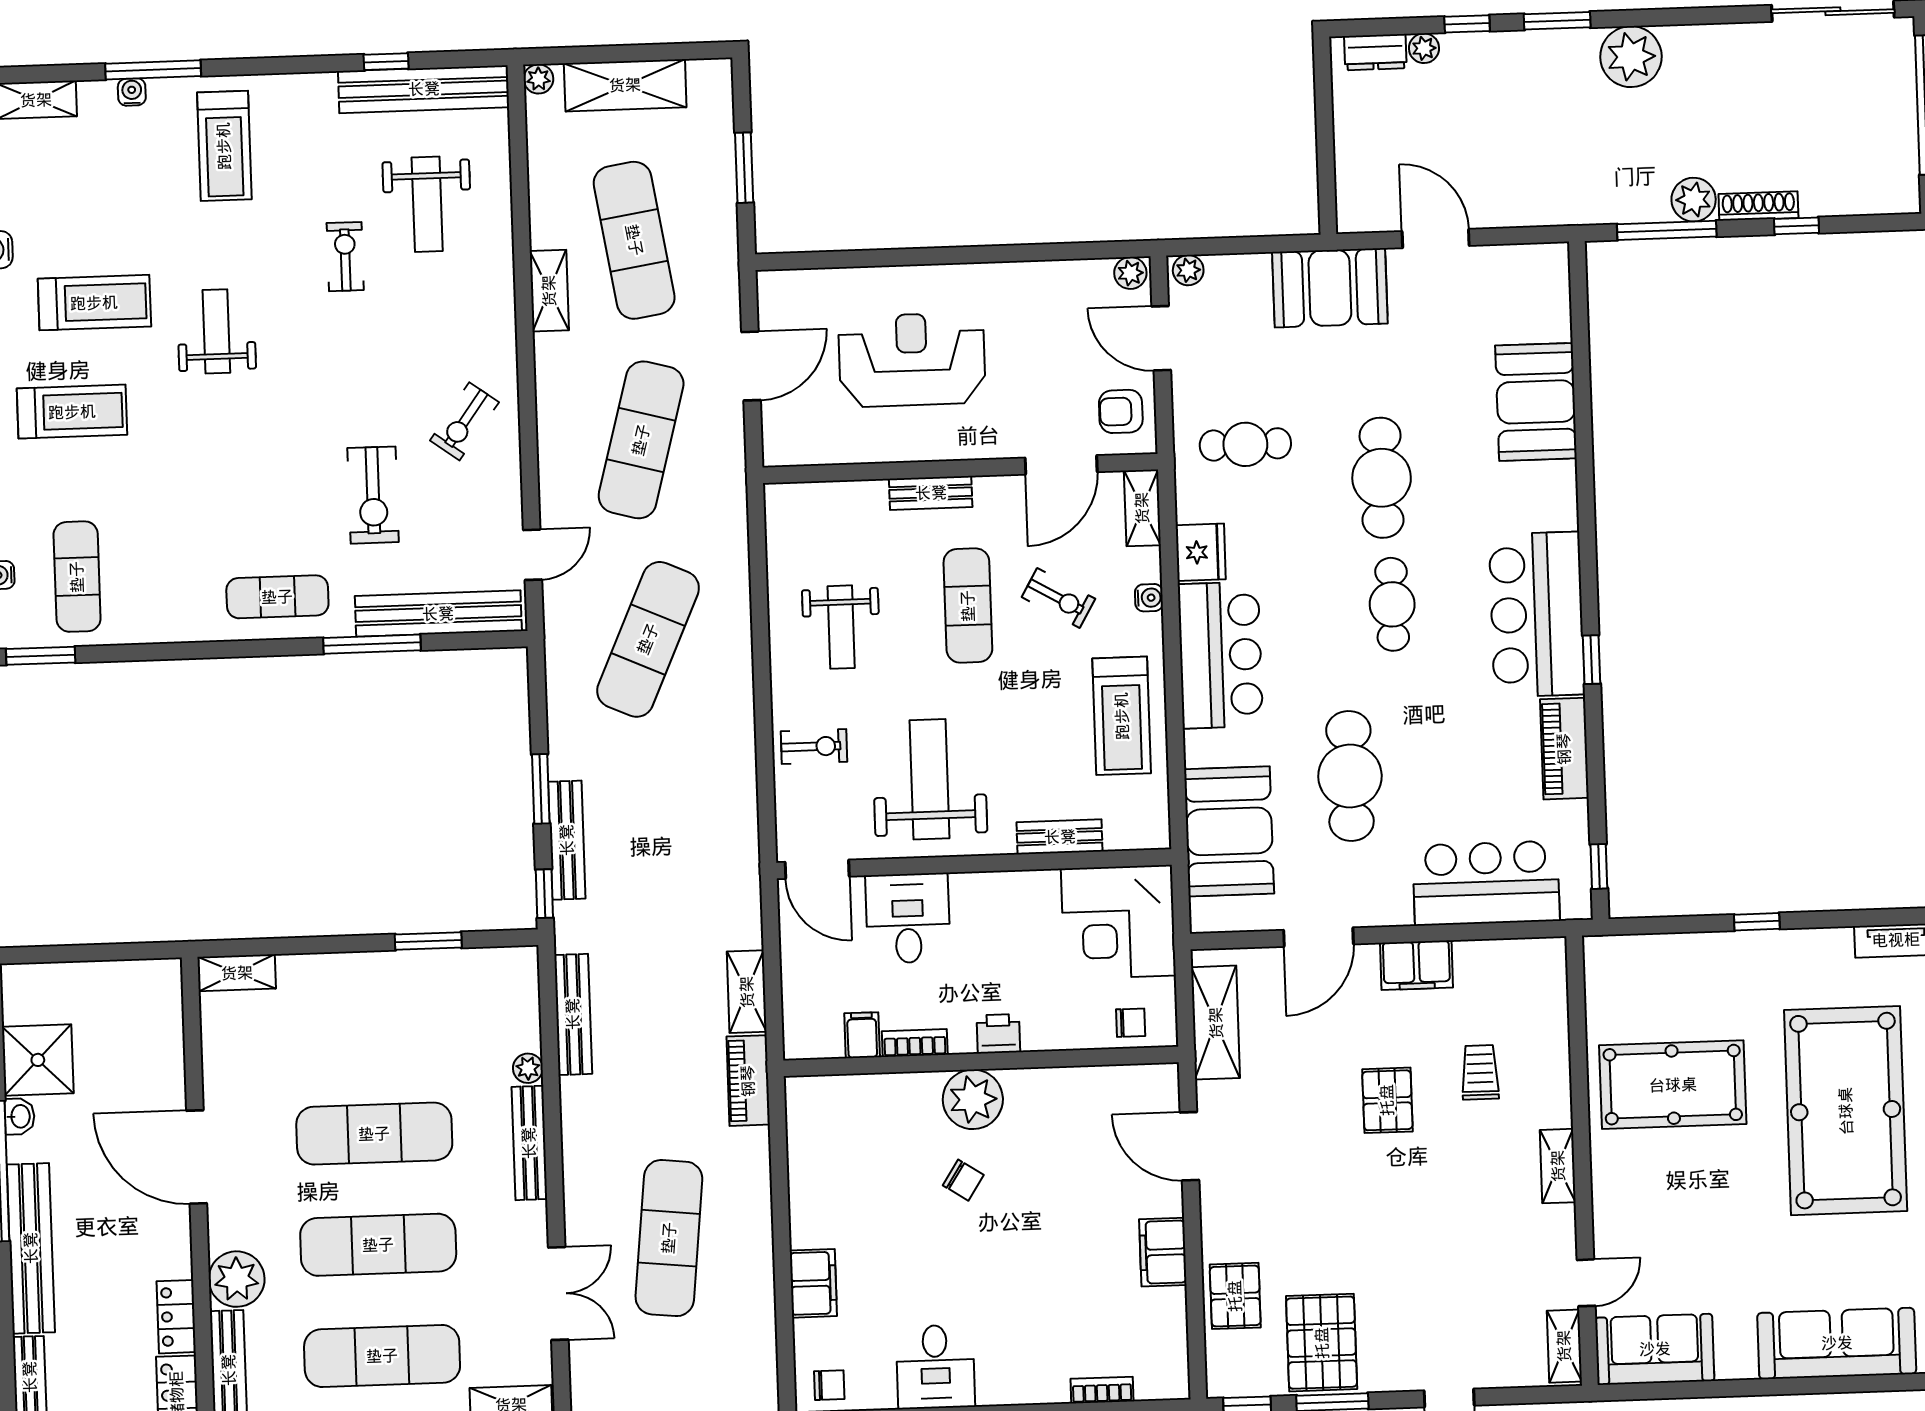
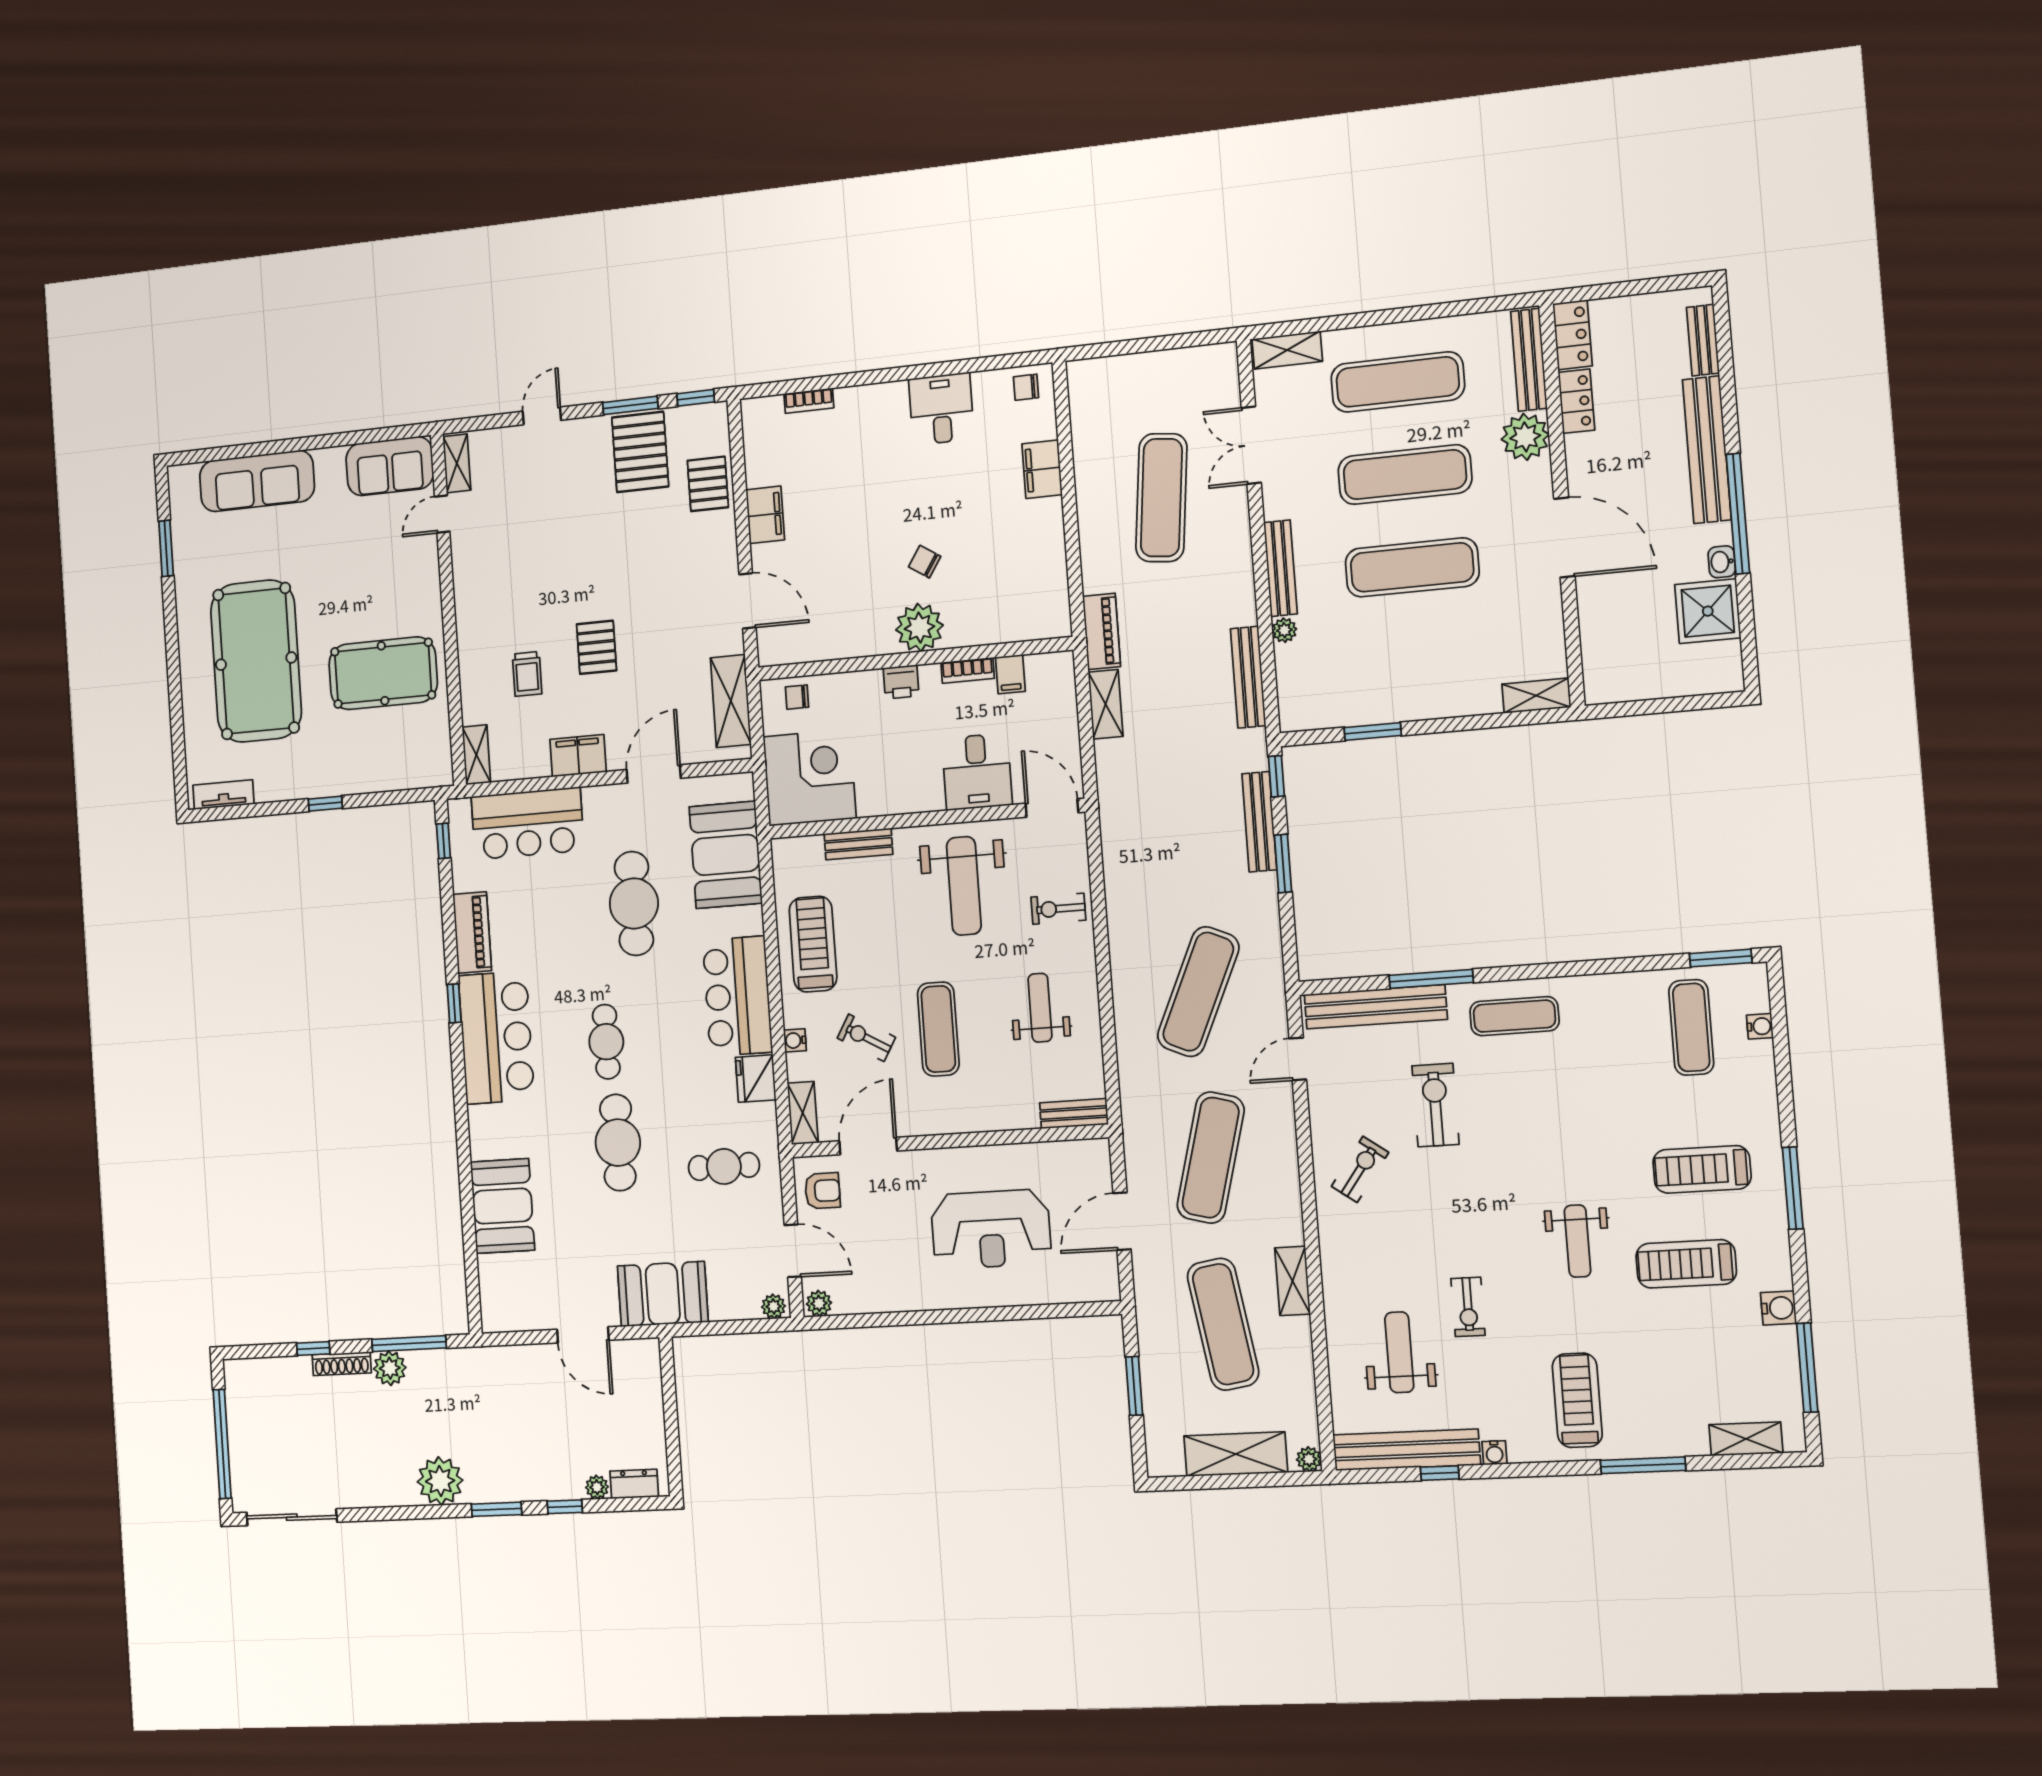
water cooler: (132, 92) -> (1494, 1453), moved
bench: (931, 493) -> (1074, 1114), moved
shelving: (1558, 1166) -> (476, 755), moved

